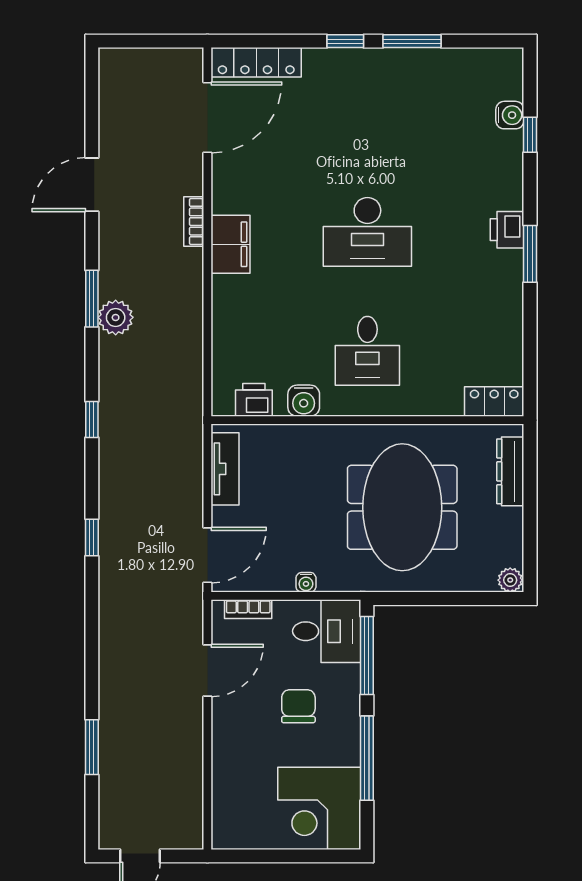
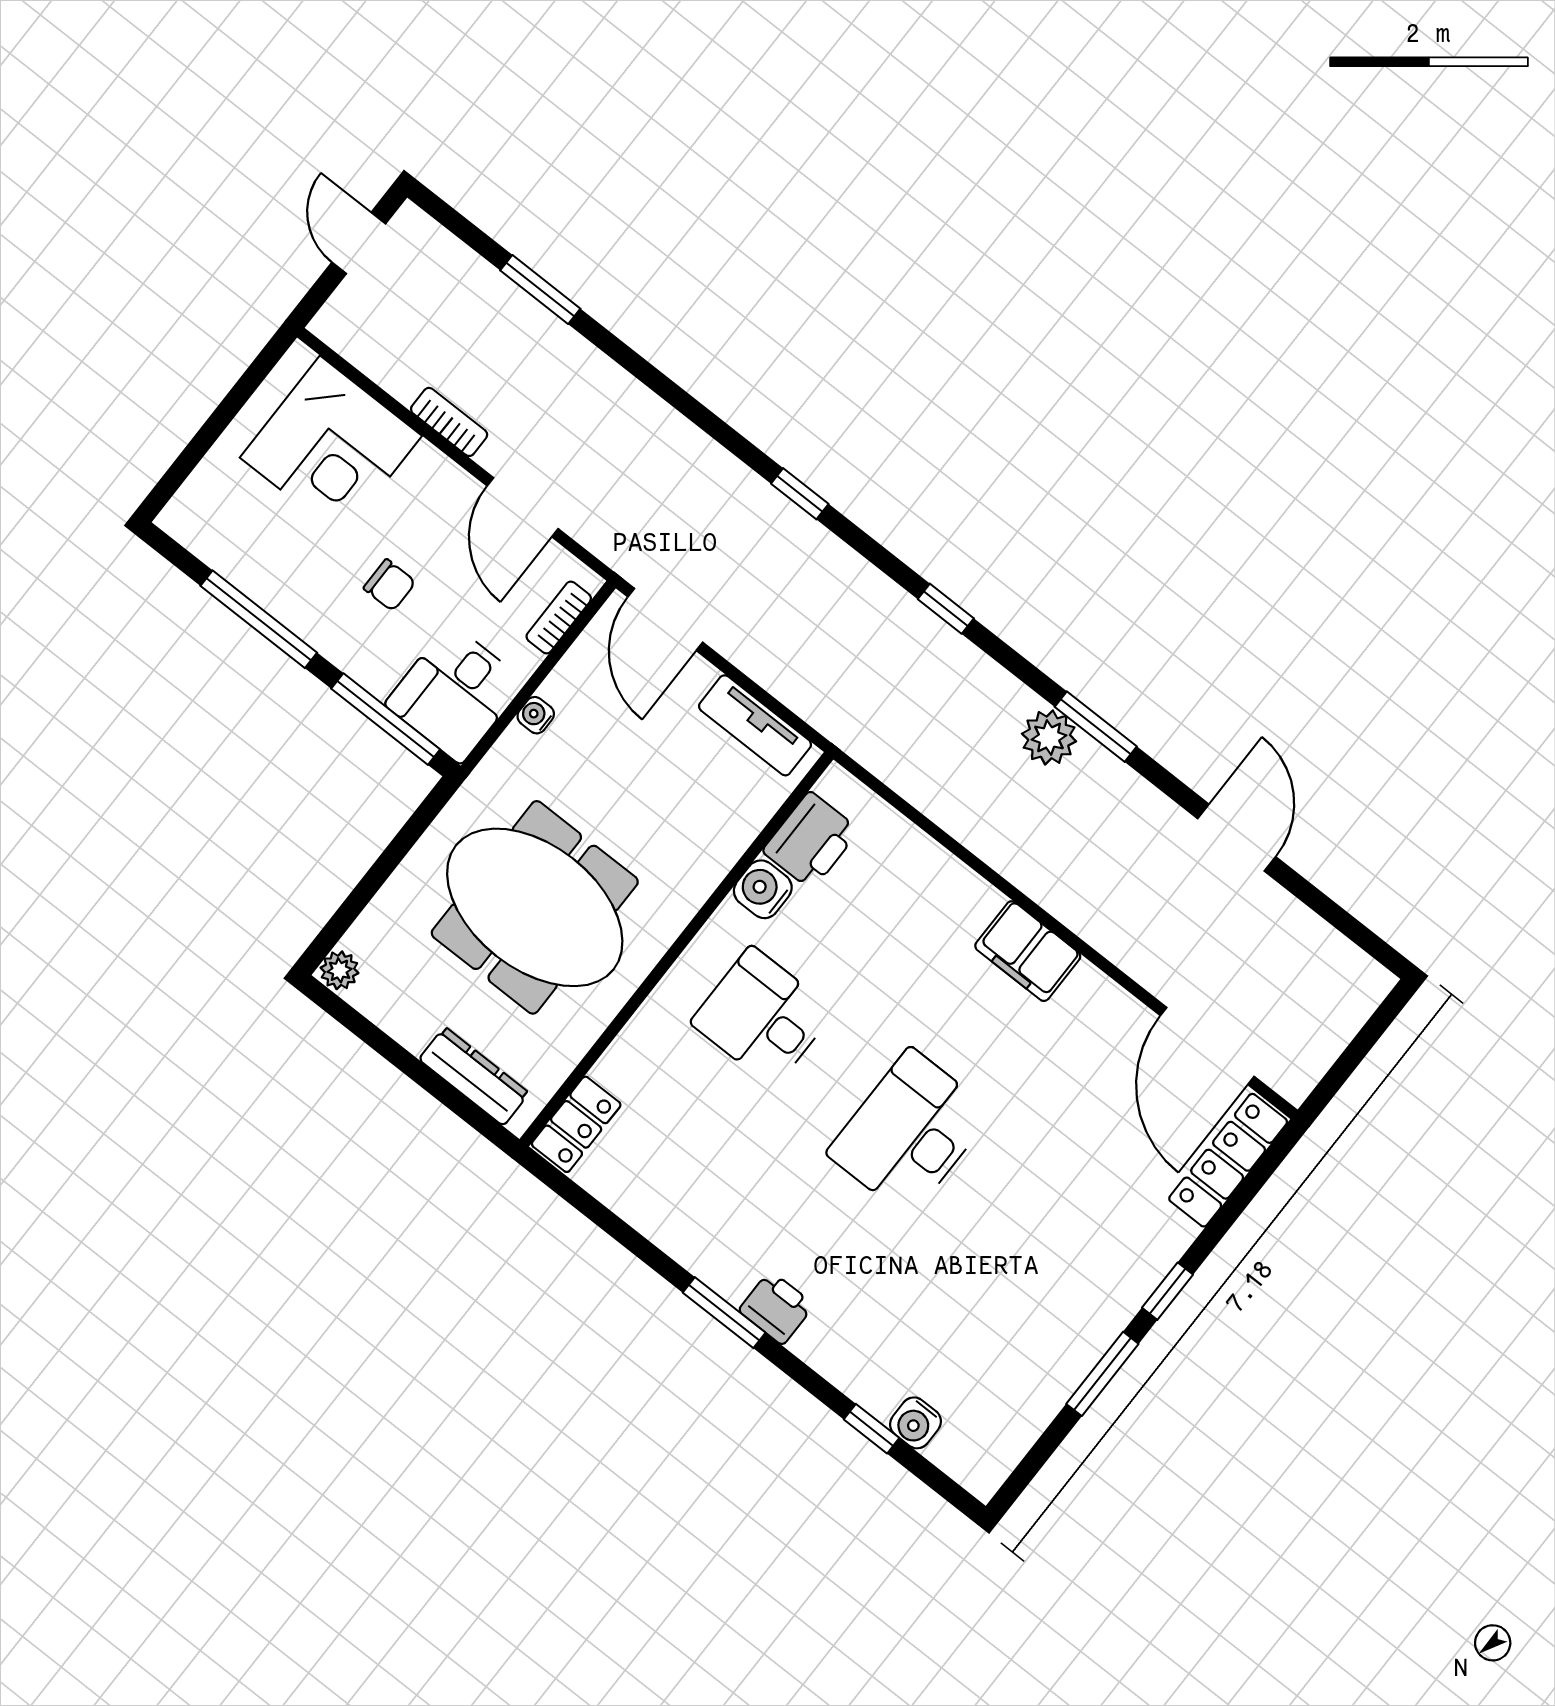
bookcase: (194, 222) -> (449, 422), moved
printer: (254, 400) -> (811, 841), width x1.36, depth x1.24
chair: (298, 706) -> (390, 585), width x0.73, depth x0.73
corner desk: (319, 808) -> (331, 447), moved, turned 180

